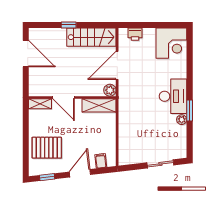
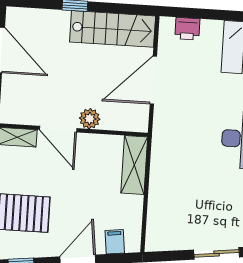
plant: (110, 90) -> (90, 119), moved
shelving: (99, 105) -> (134, 165), moved, turned 90

